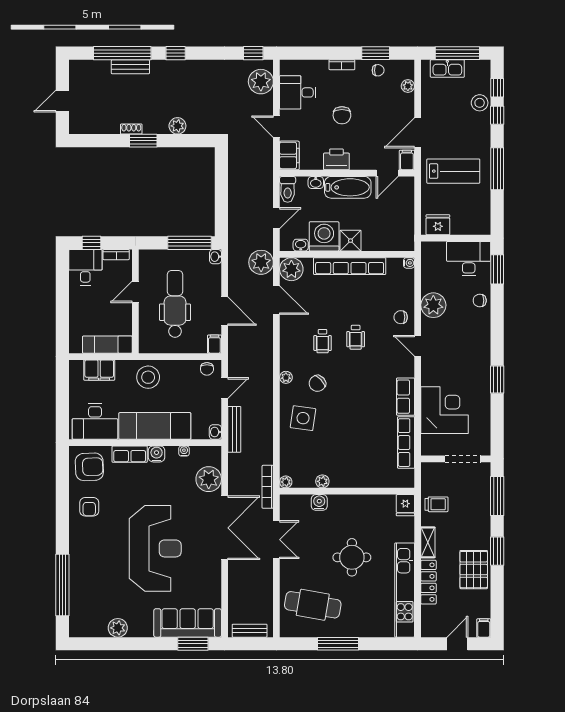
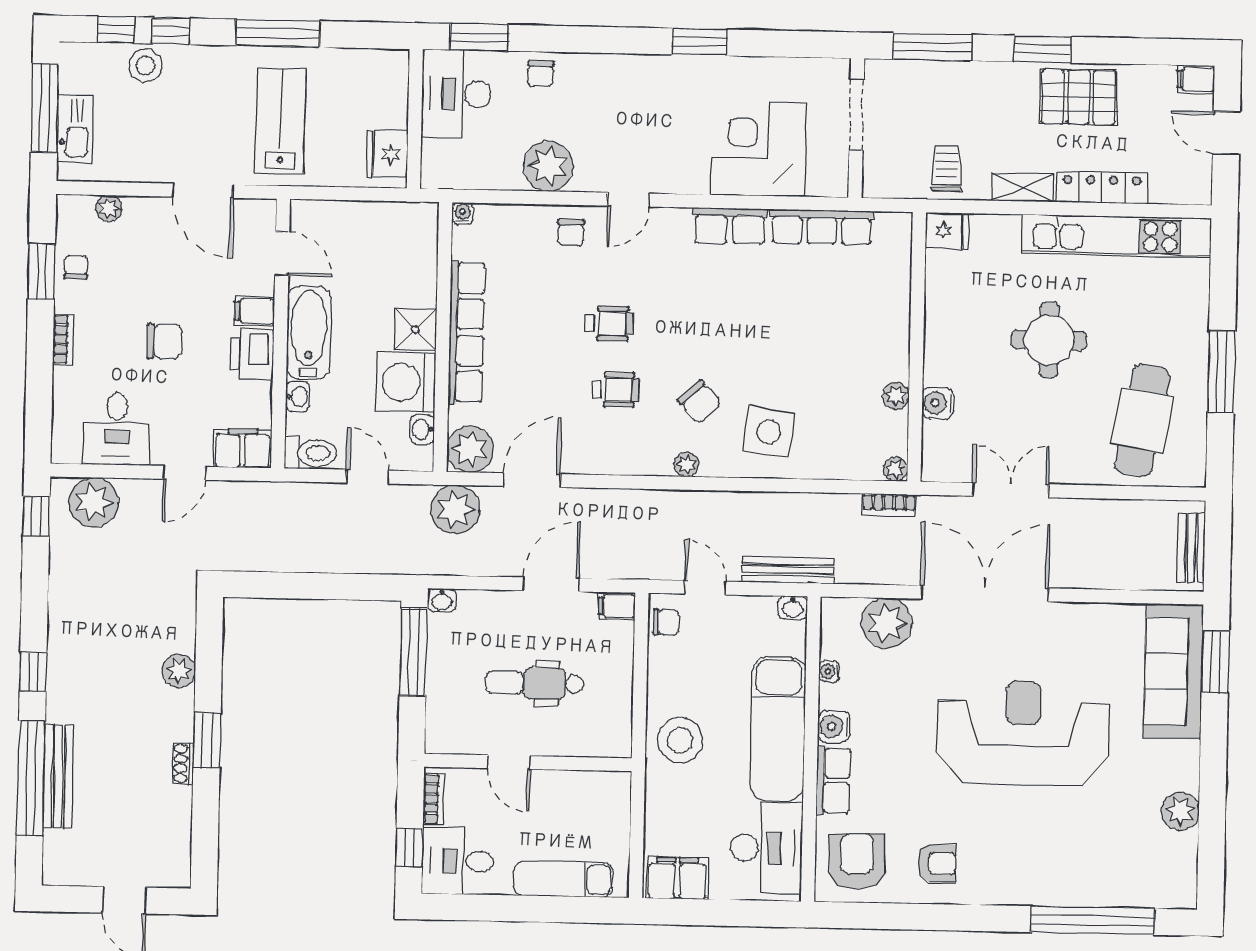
bench: (130, 67) -> (58, 776), width x1.36
filing cabinet: (407, 160) -> (254, 311), moved
dental chair: (175, 304) -> (535, 683), width x0.73, depth x0.72
exam couch: (107, 345) -> (563, 879), moved, turned 90
filing cabinet: (99, 370) -> (677, 878), moved, turned -90
bookcase: (268, 487) -> (889, 505), width x0.64

